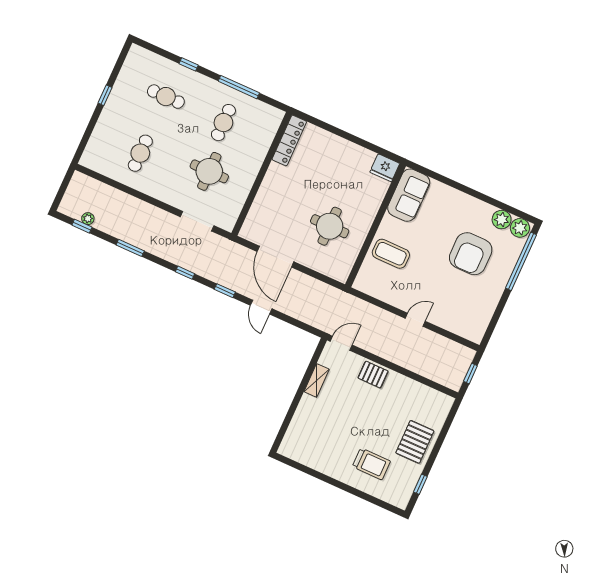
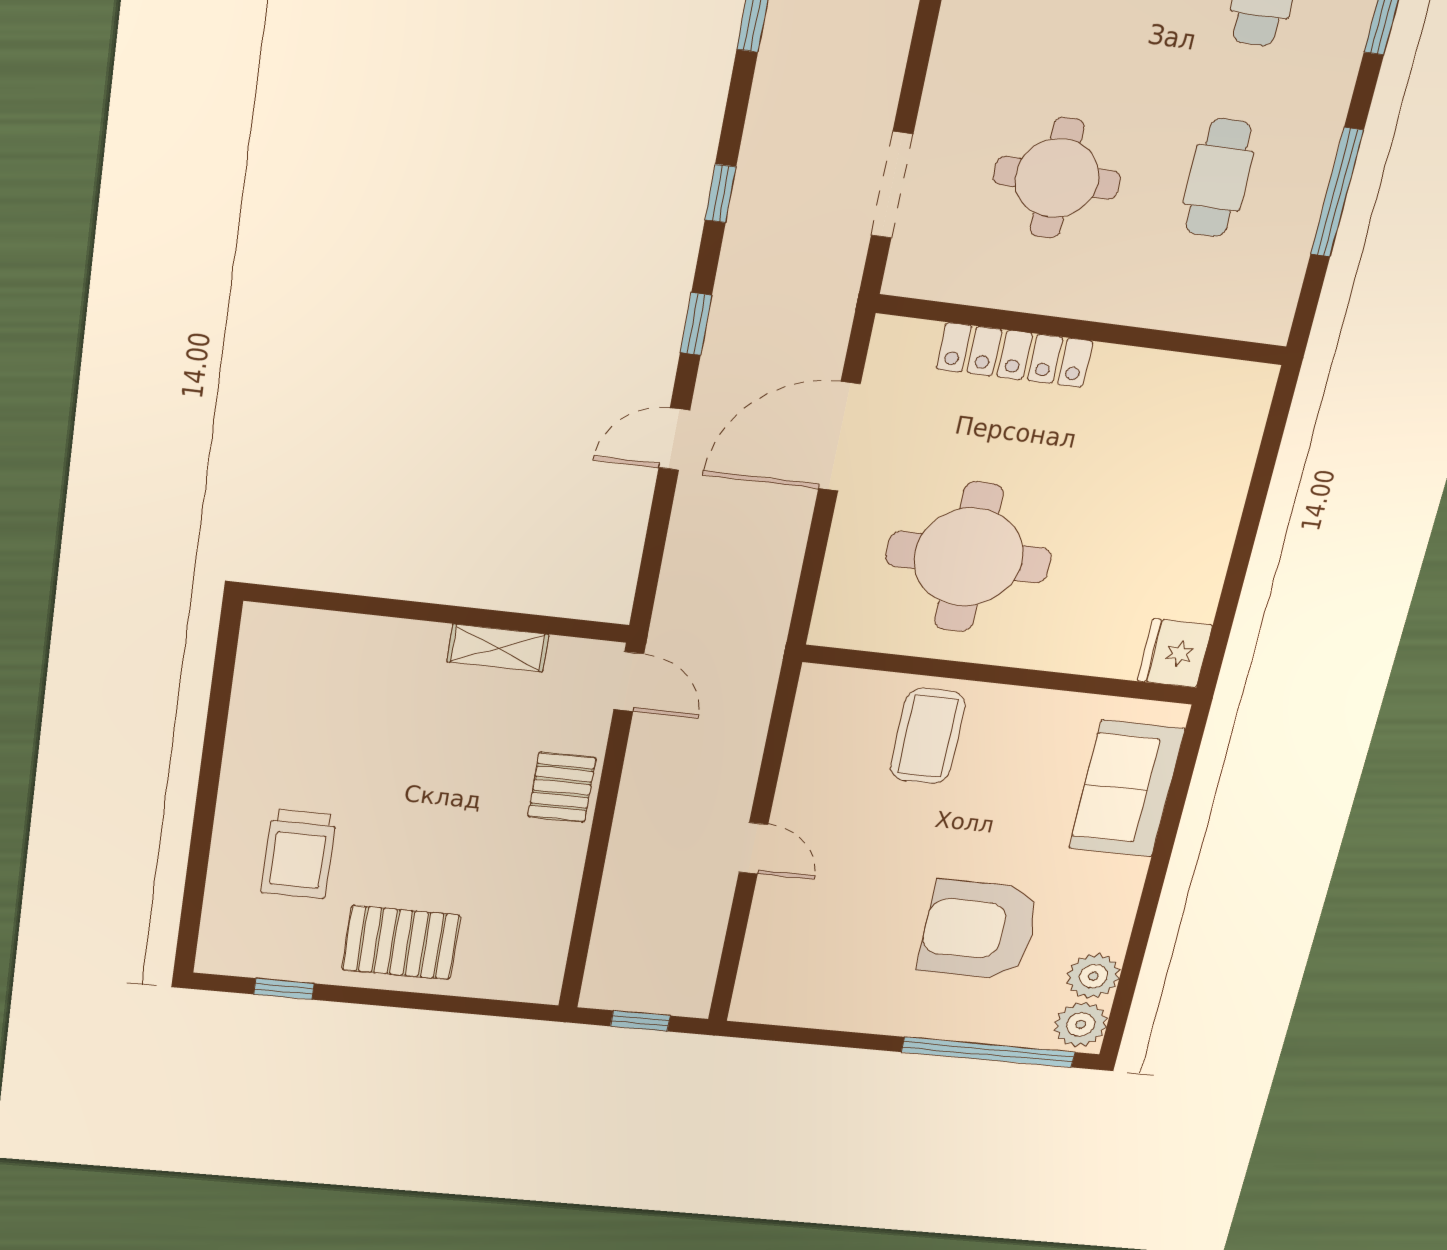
cafe table: (223, 123) -> (1218, 178), turned 90
locker: (289, 141) -> (1015, 355), moved
sofa: (409, 195) -> (1127, 789), moved, turned 90
round table: (330, 226) -> (969, 557), width x1.36, depth x1.36

